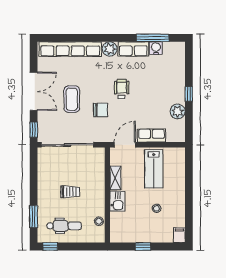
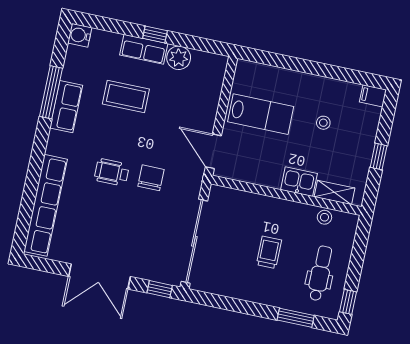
window: (153, 38) -> (51, 92), moved
water cooler: (156, 48) -> (80, 35), moved
plant: (110, 49) -> (58, 144), removed
wheelchair: (122, 89) -> (112, 172), moved
double door: (34, 91) -> (100, 276), swing flipped
coffee table: (72, 99) -> (126, 96), moved
row of seats: (151, 135) -> (144, 49), moved, turned -90
shelving: (115, 178) -> (334, 192), moved

